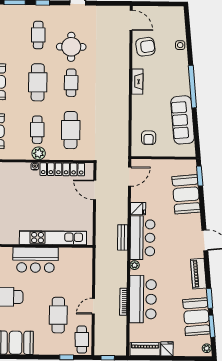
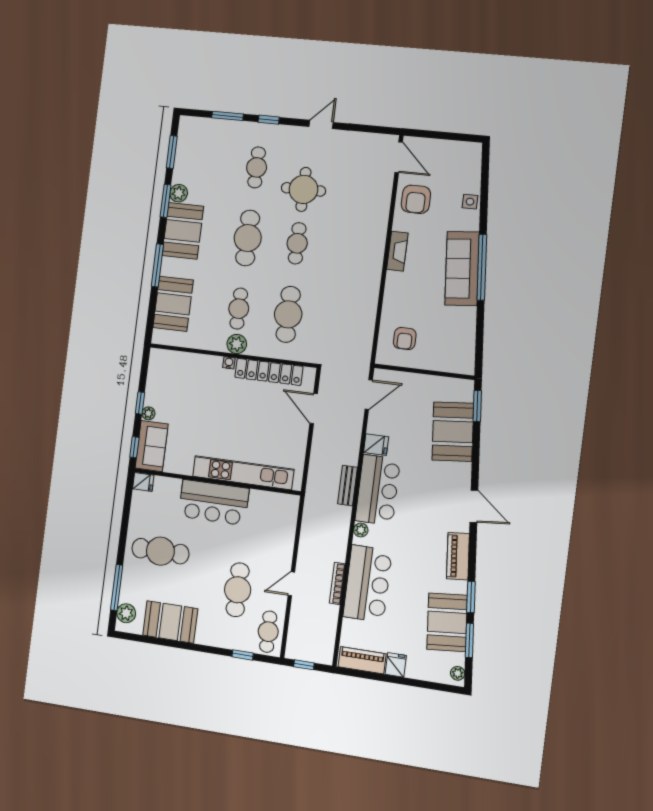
armchair: (145, 47) -> (416, 199), turned 99
sofa: (183, 120) -> (462, 269), moved

